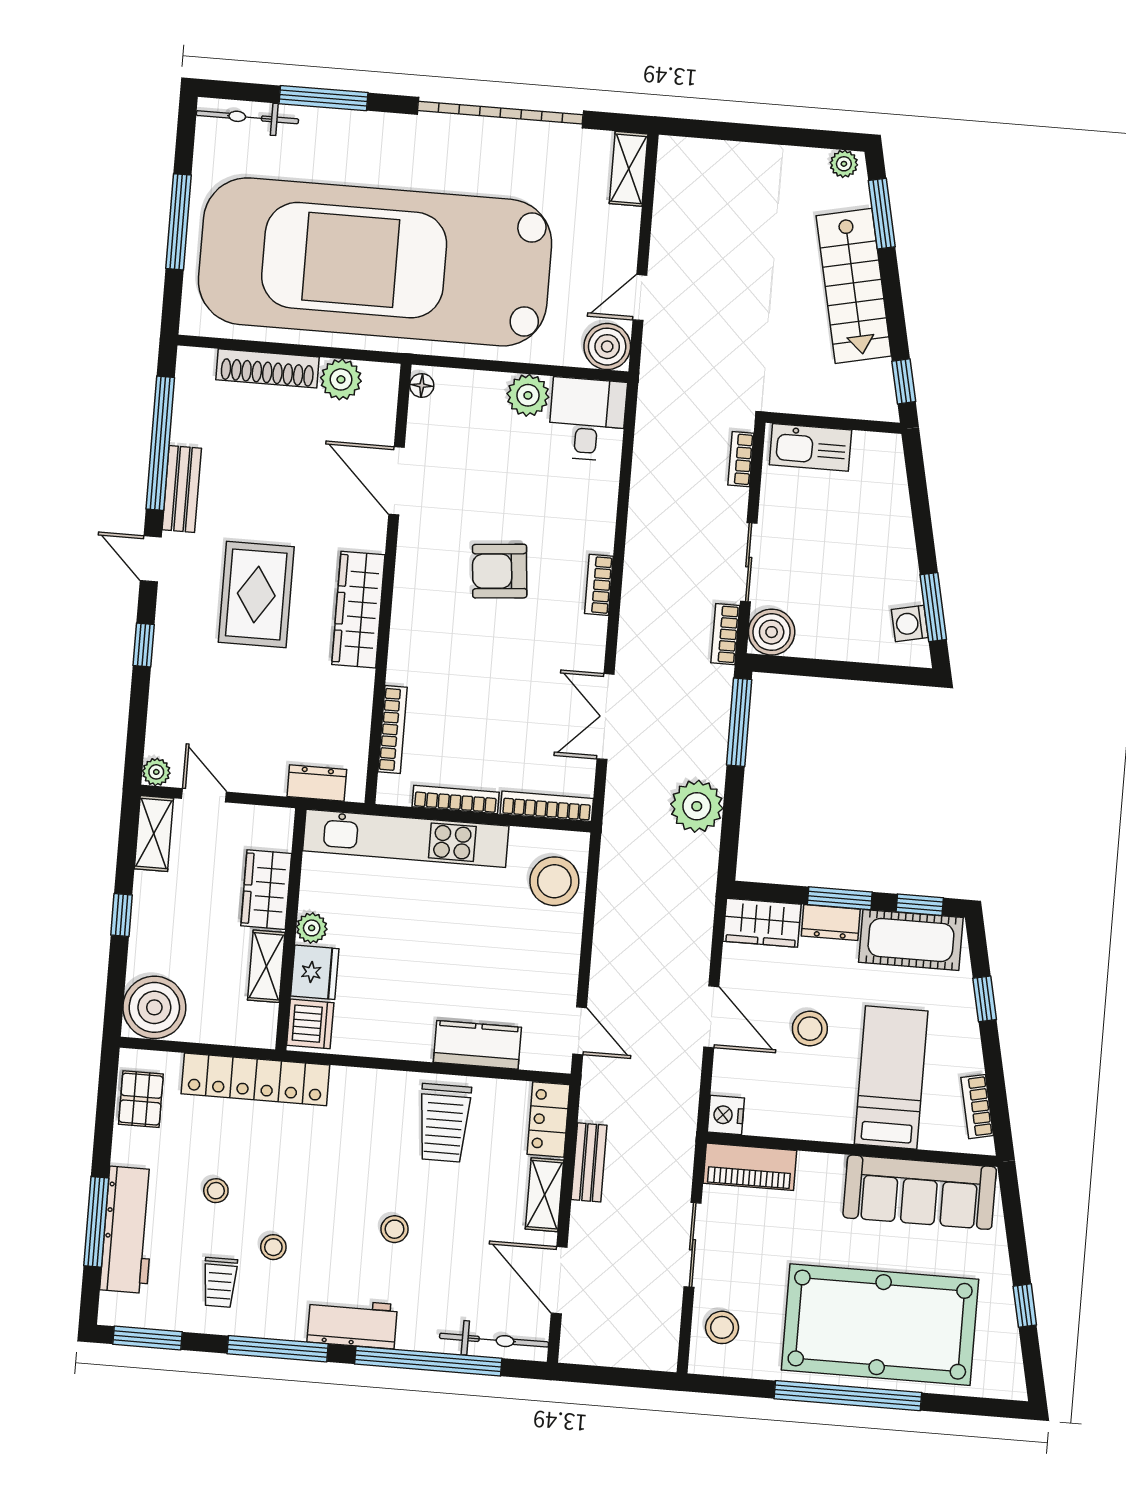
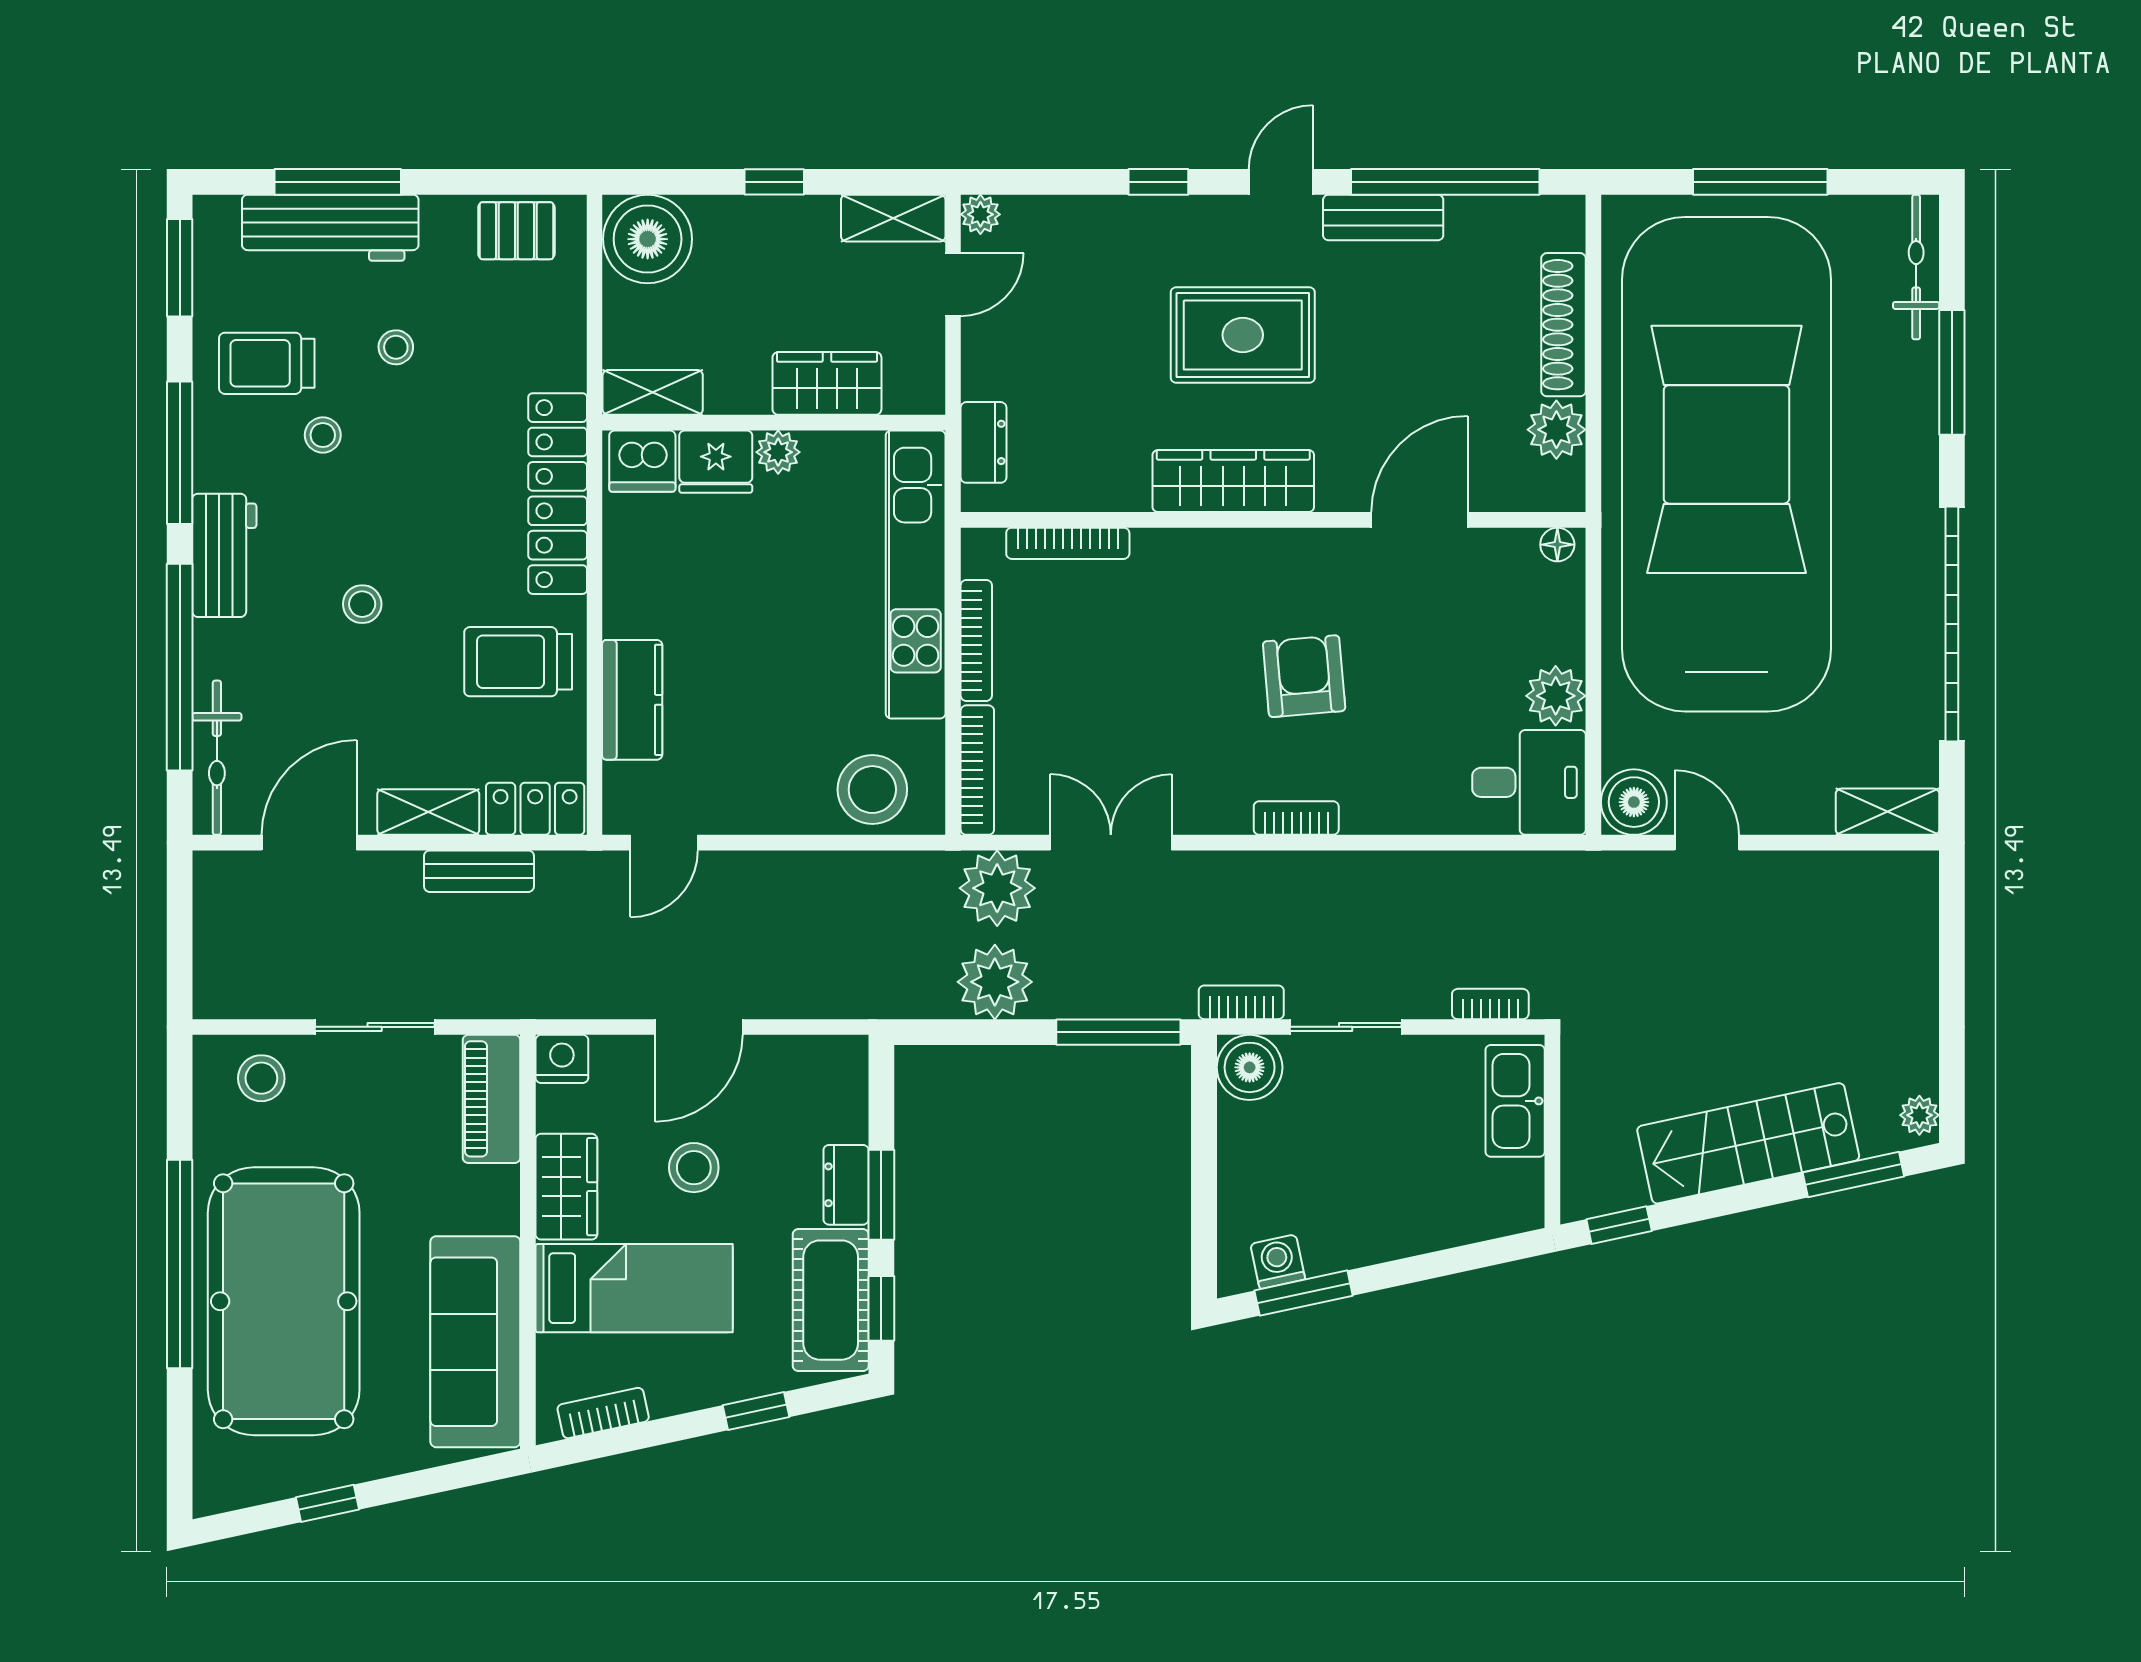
plant: (631, 799) -> (997, 888), added
wardrobe: (762, 923) -> (566, 1187), moved, turned 180
shelving: (266, 966) -> (653, 392), moved
locker: (255, 1079) -> (558, 494), moved
trolley: (220, 1282) -> (267, 363), width x1.36, depth x1.39

